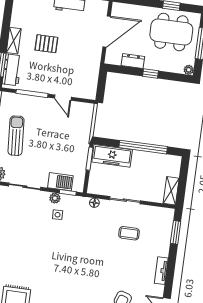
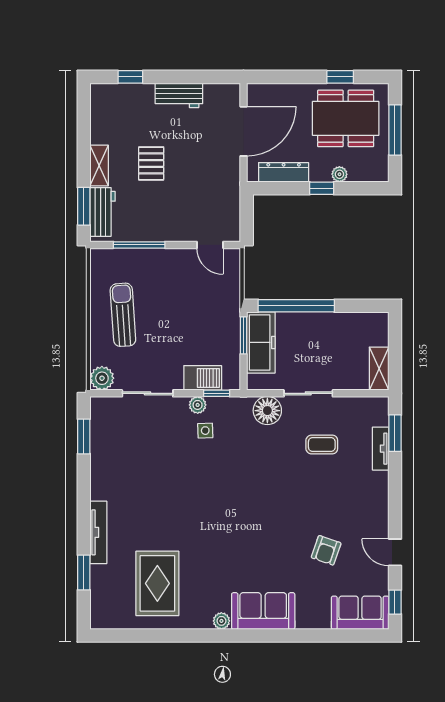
pallet: (46, 44) -> (151, 163), turned 90
dresser: (133, 61) -> (284, 172), width x1.44
plant: (189, 70) -> (339, 174), moved
door: (63, 98) -> (210, 245), moved
window: (143, 147) -> (296, 306), moved
freezer: (112, 156) -> (261, 342), moved, turned -90
floor lamp: (94, 203) -> (267, 411), width x1.89, depth x1.89
tv unit: (161, 271) -> (381, 449), moved

